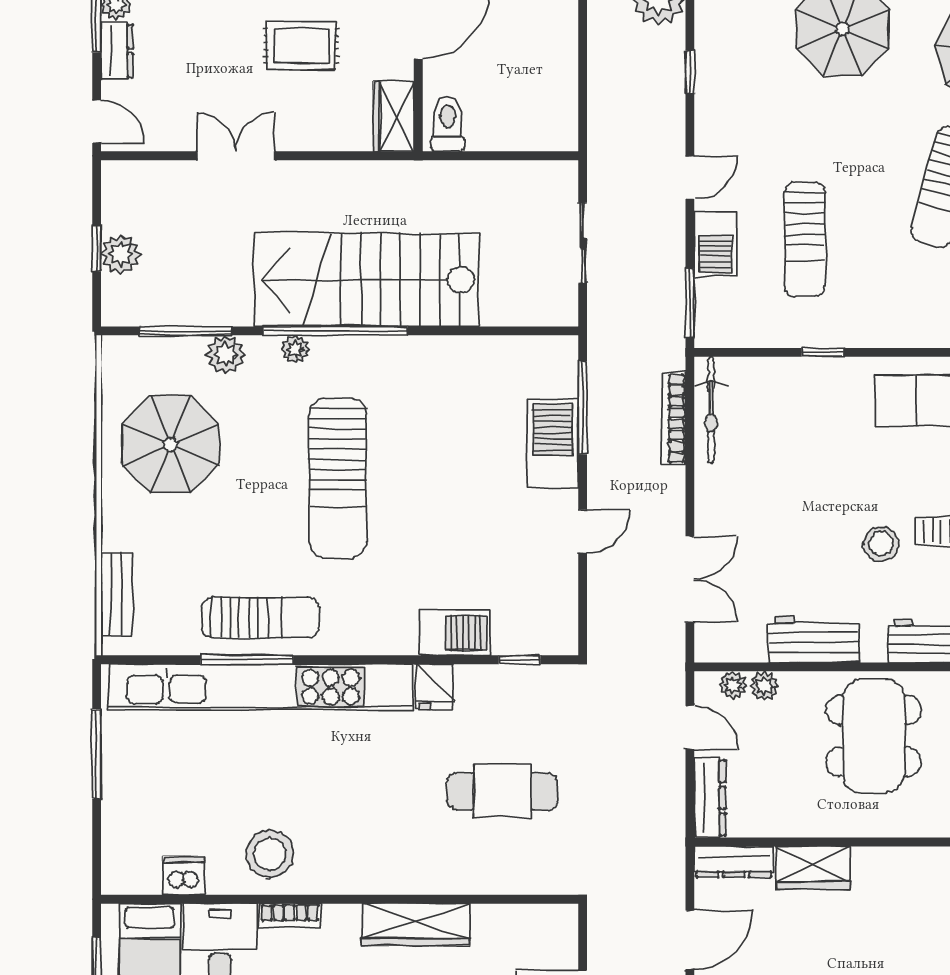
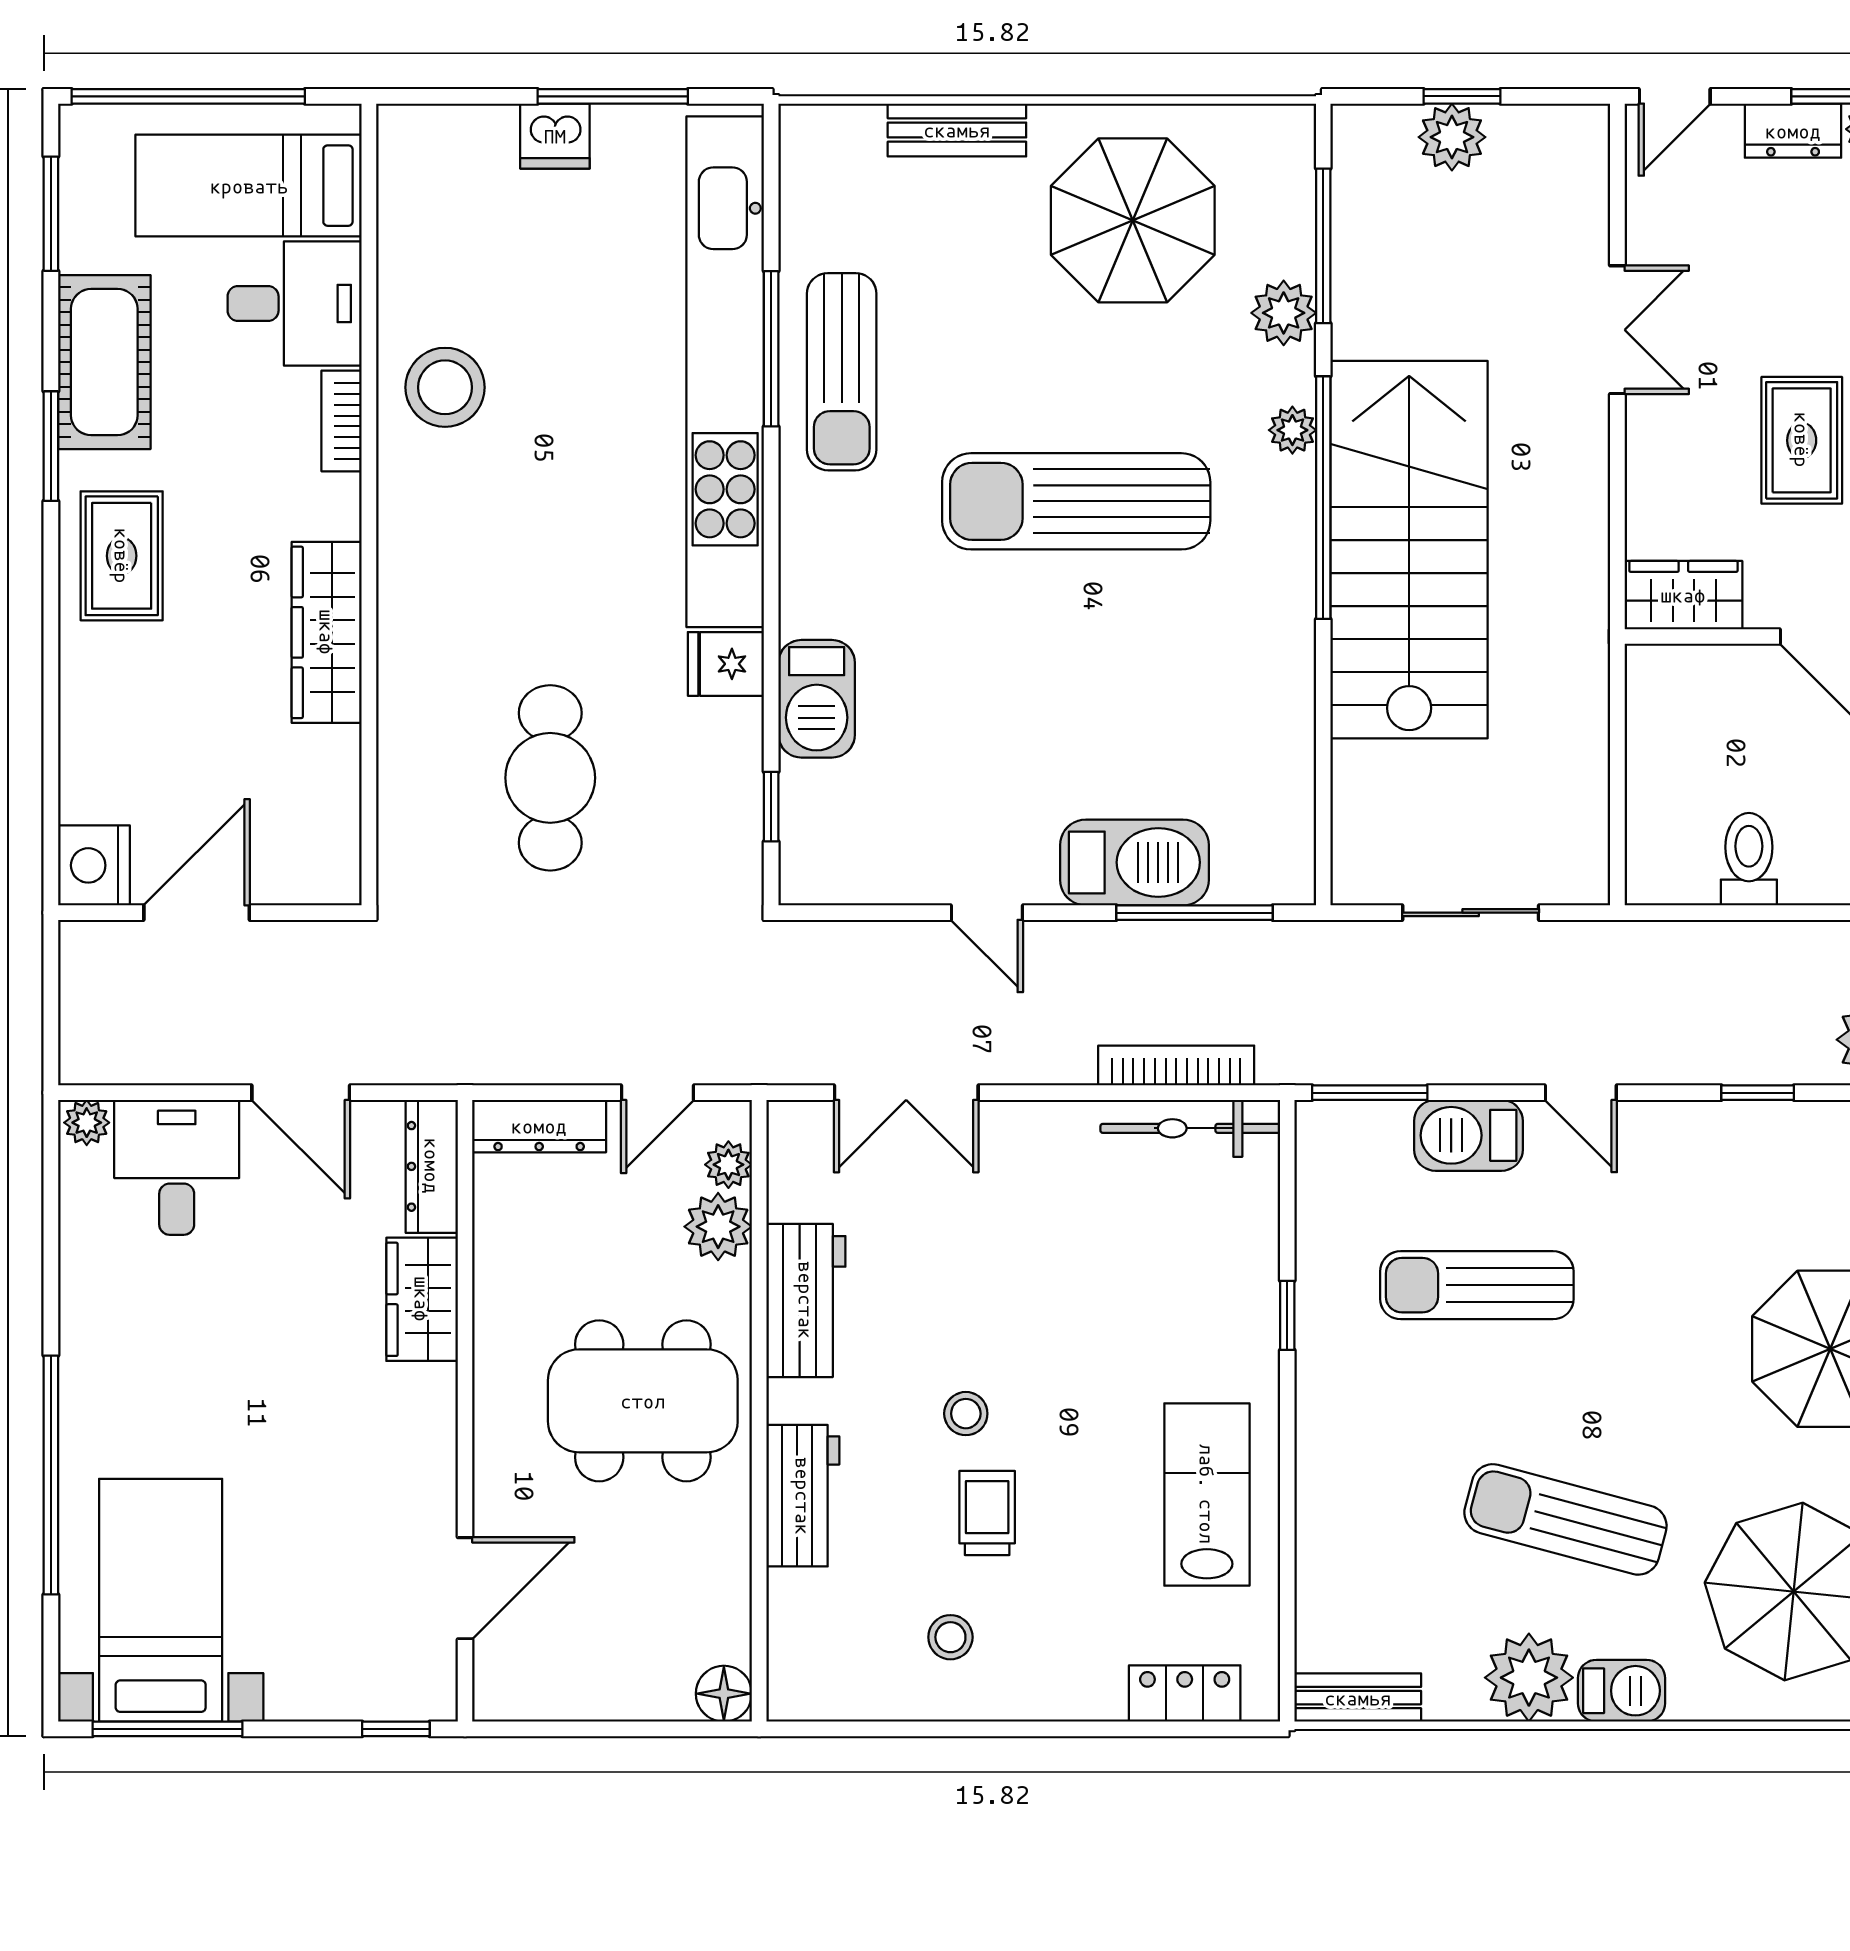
toilet: (447, 124) -> (1749, 859), moved, turned -90
stool: (881, 544) -> (966, 1414), width x0.73, depth x0.73
bench: (117, 595) -> (957, 130), moved
plant: (764, 686) -> (718, 1227), width x1.38, depth x1.38
dishwasher: (184, 876) -> (555, 136), moved, turned 90

